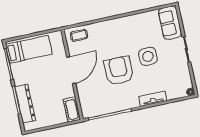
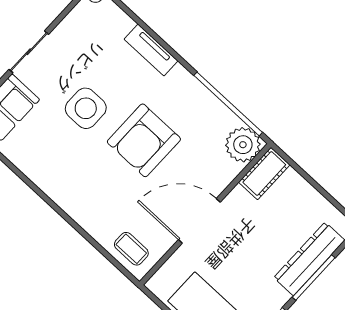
plant: (89, 109) -> (243, 145), added

